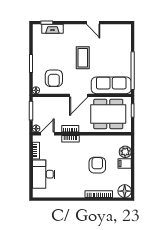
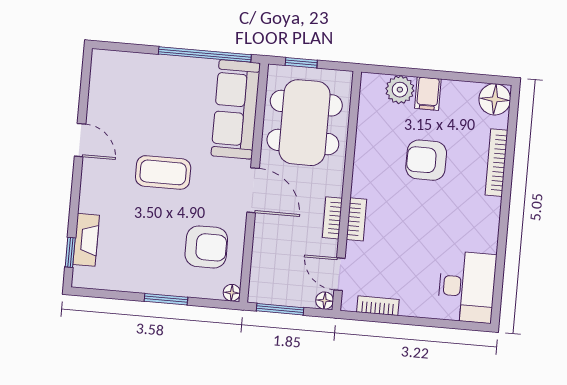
door: (93, 23) -> (80, 140), hinge flipped
desk: (44, 174) -> (467, 287), moved, turned -90

